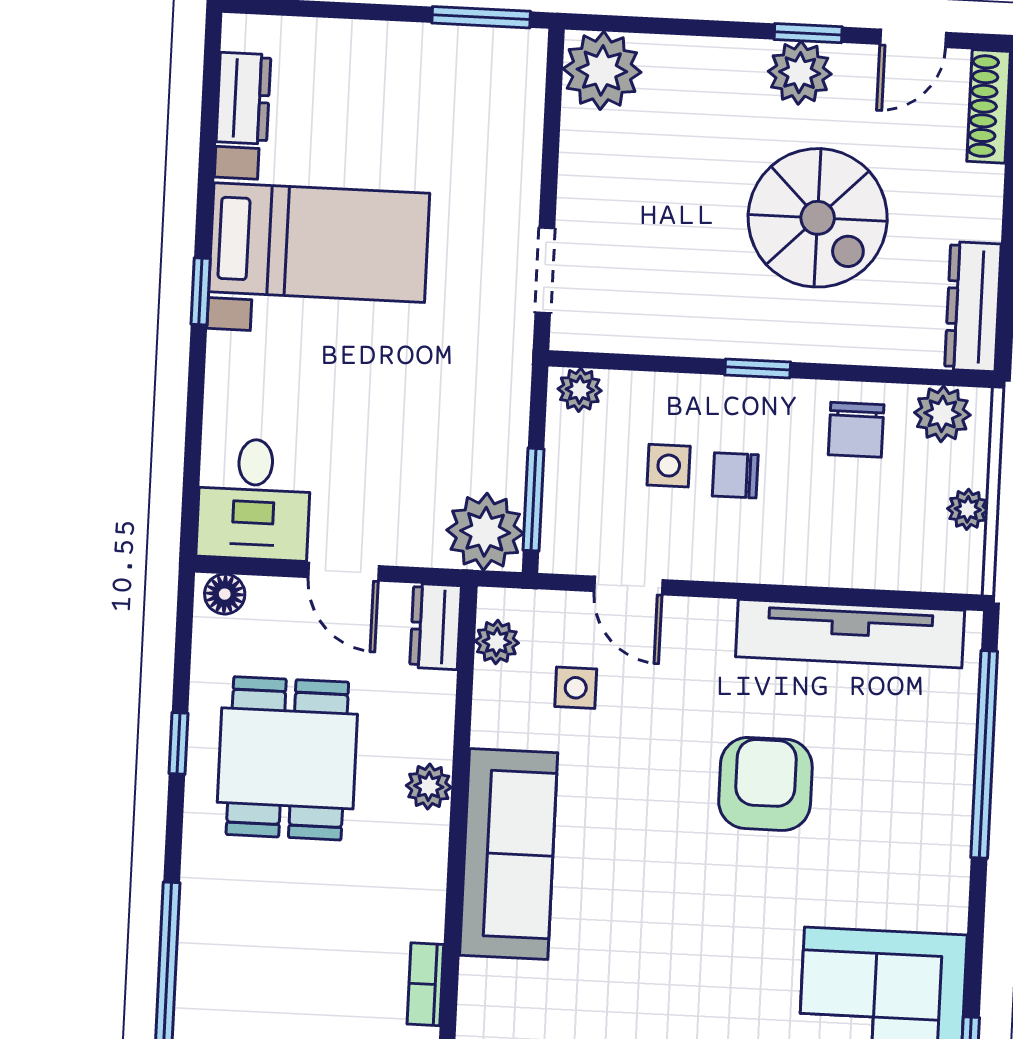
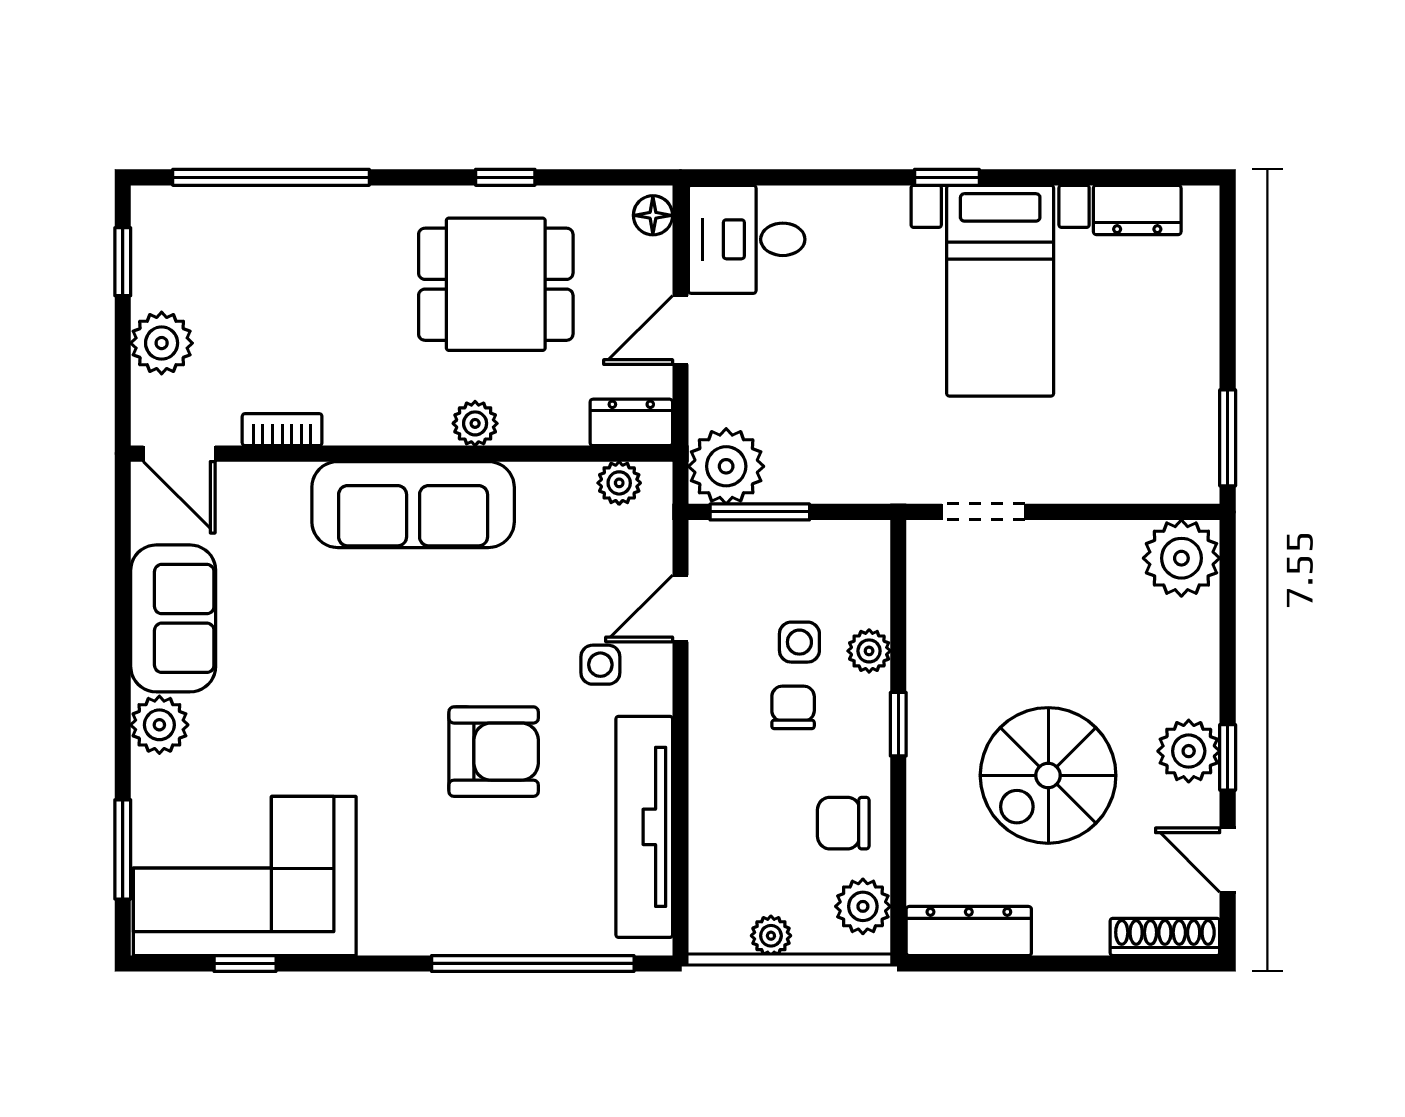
plant: (580, 390) -> (869, 651), moved
side table: (576, 688) -> (600, 665), moved

